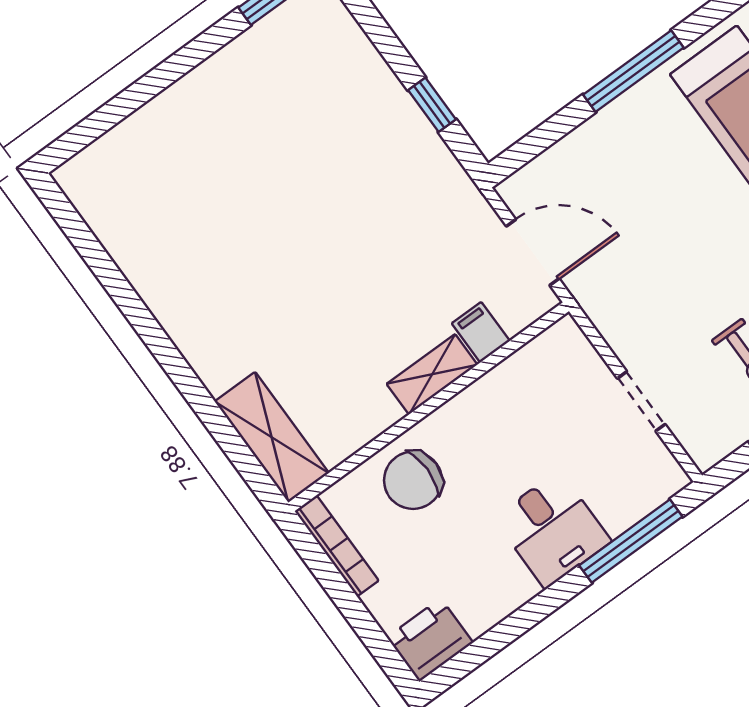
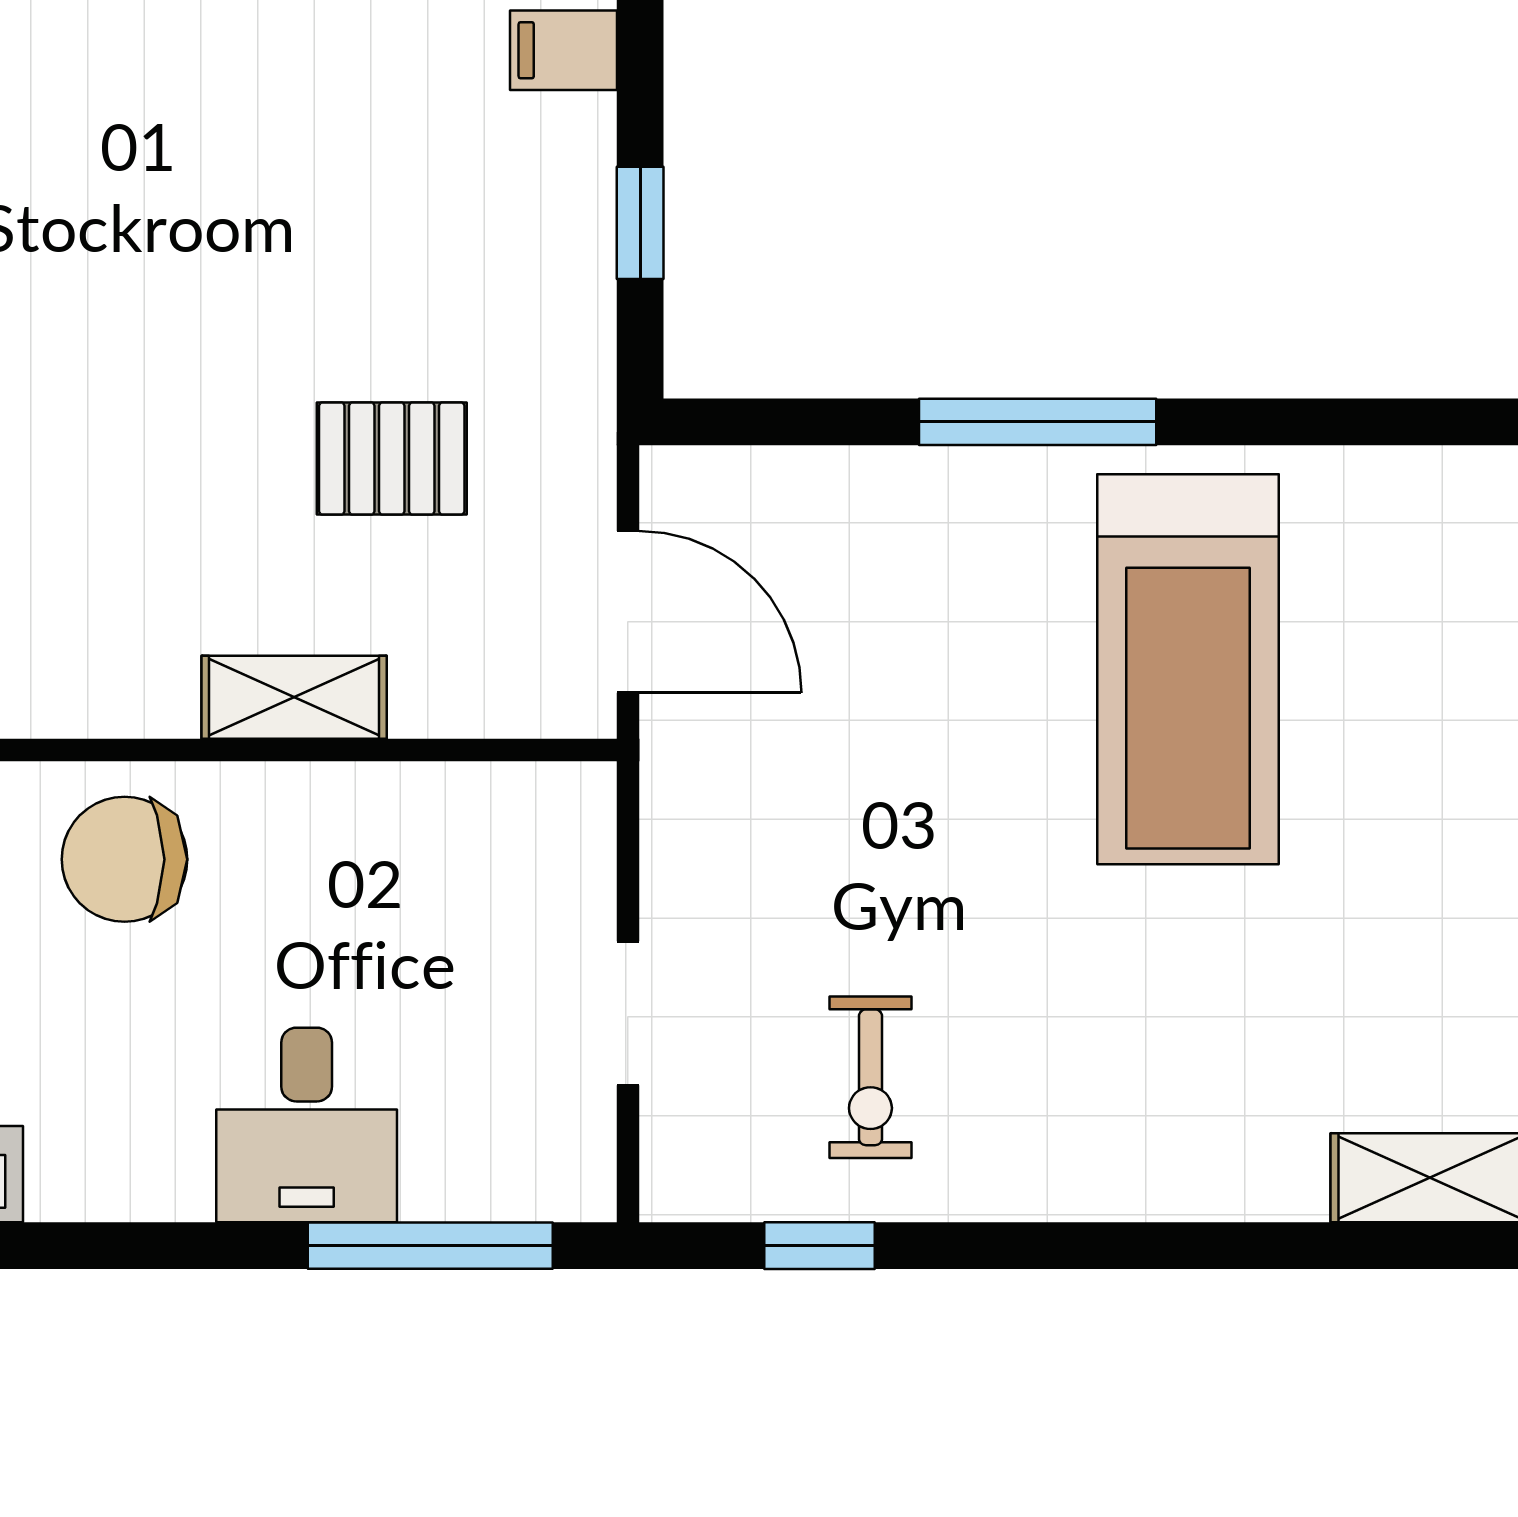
pallet: (404, 259) -> (392, 458), added
filing cabinet: (481, 332) -> (563, 50), moved, turned -90

